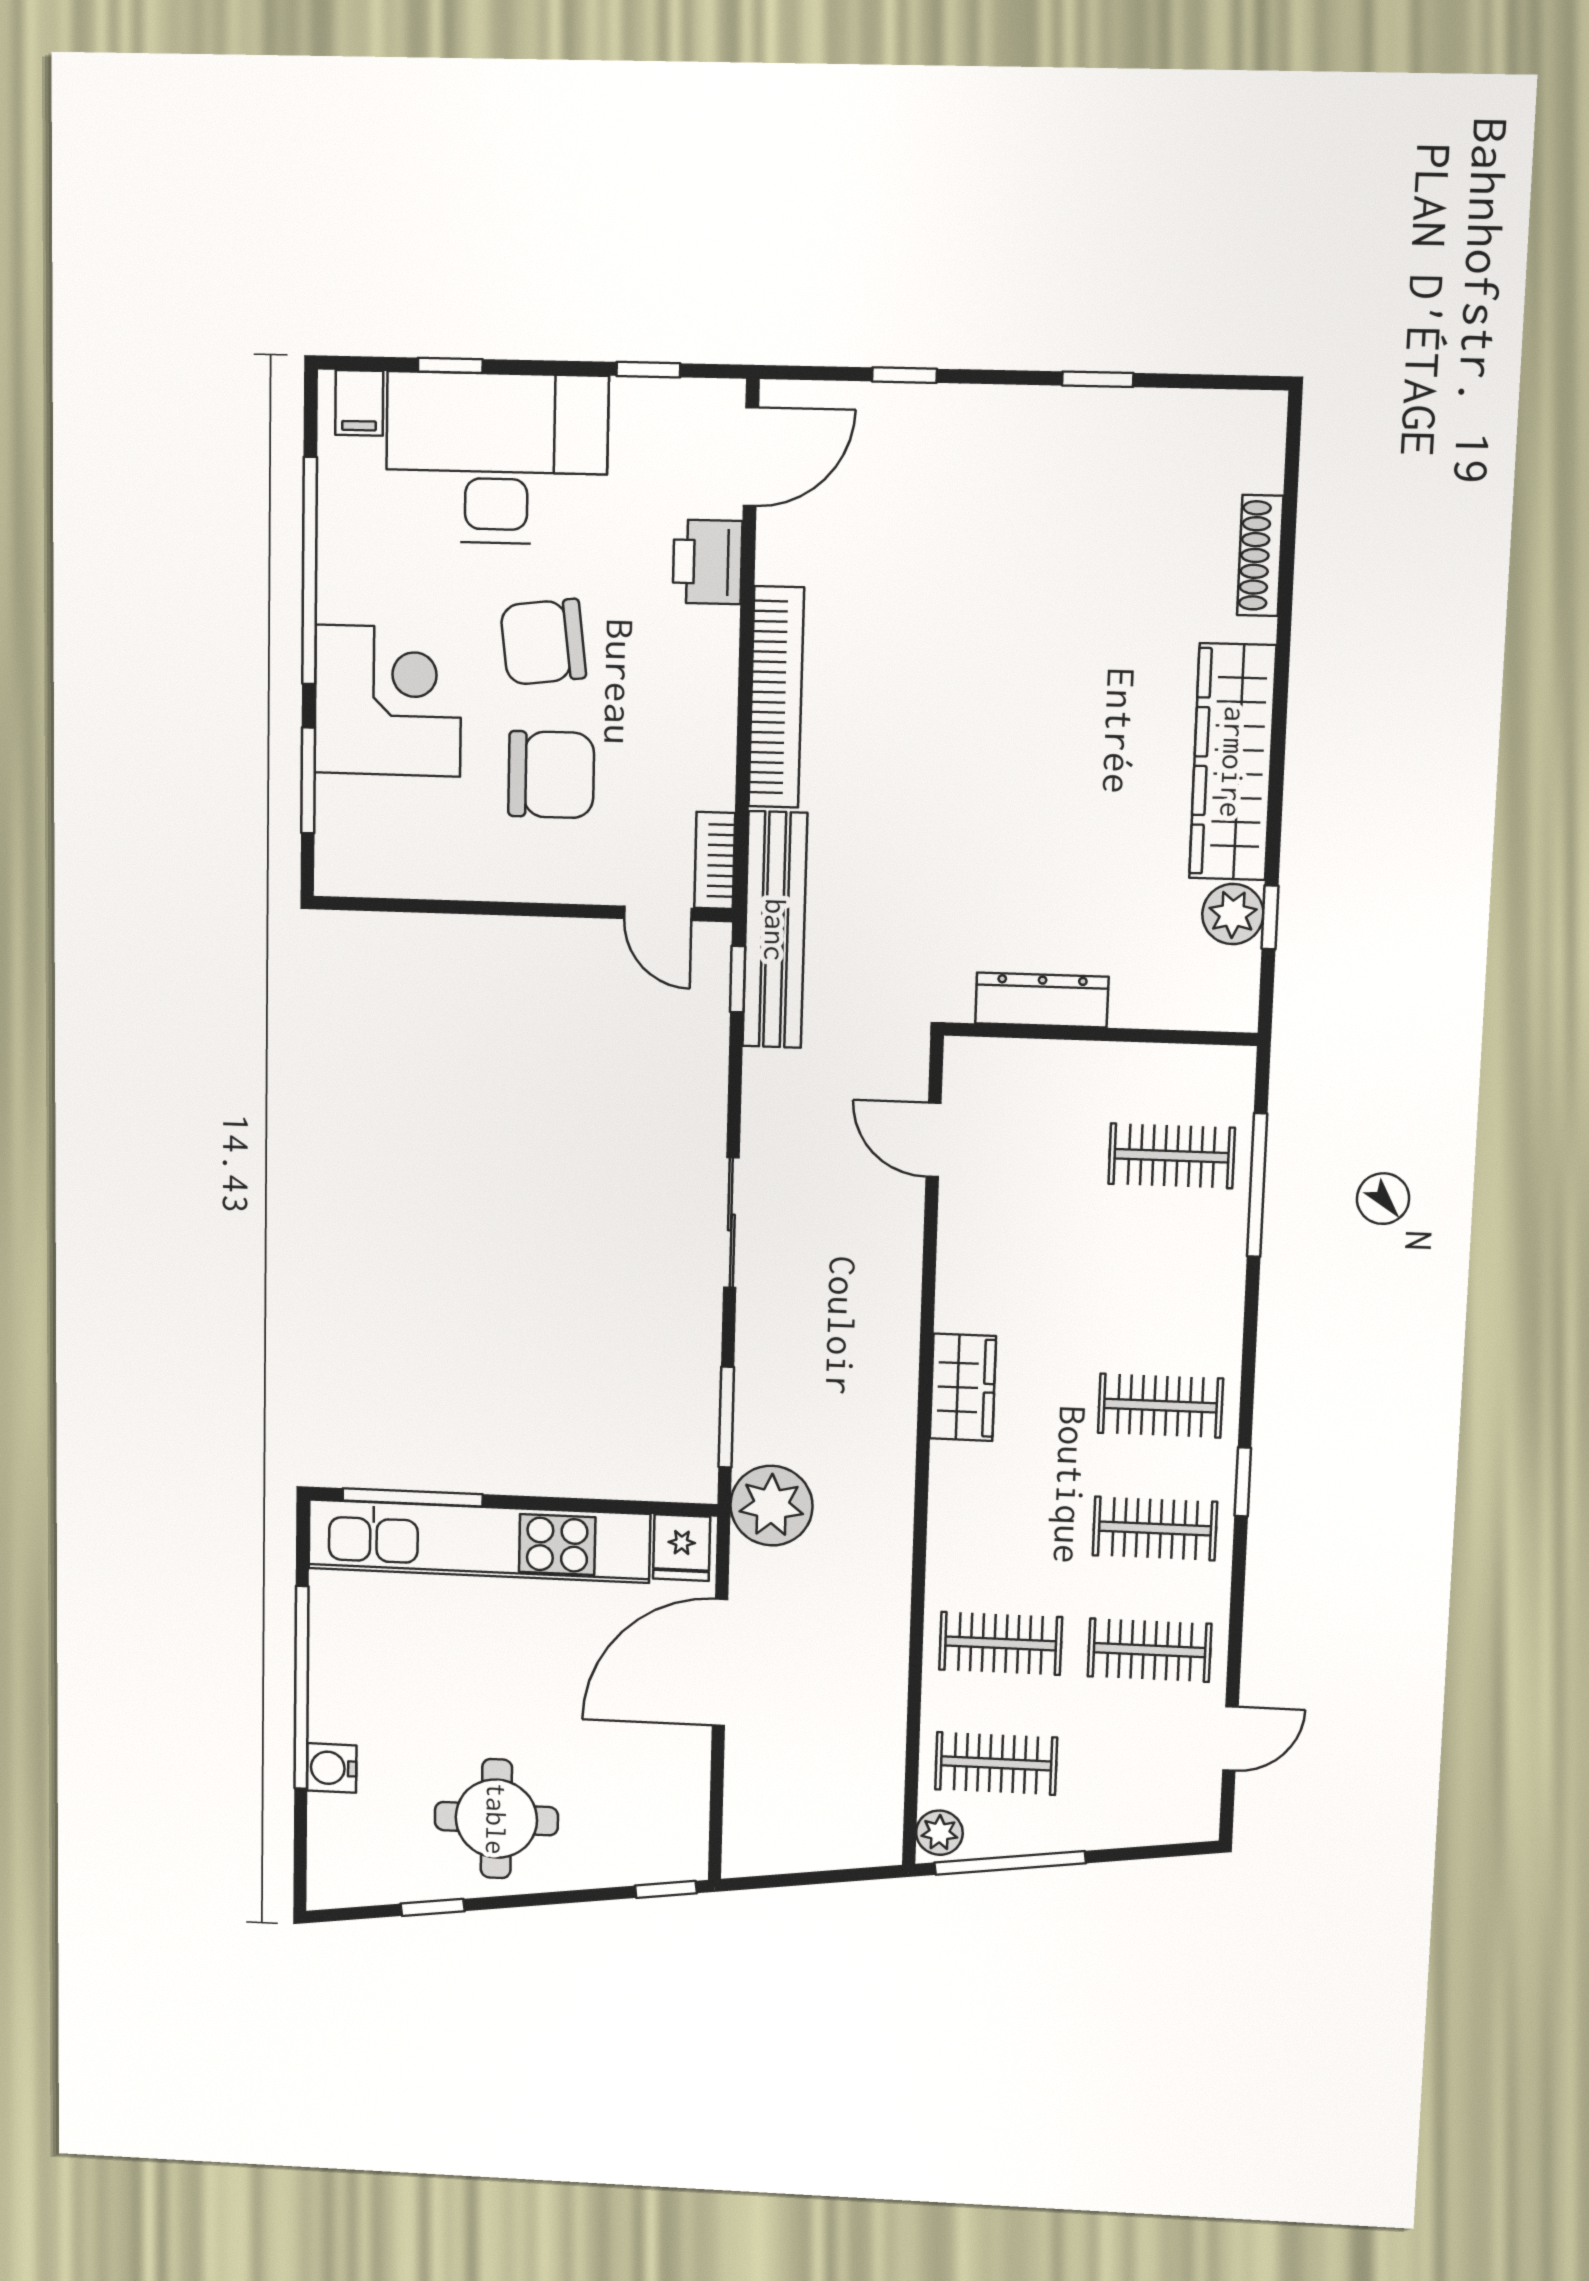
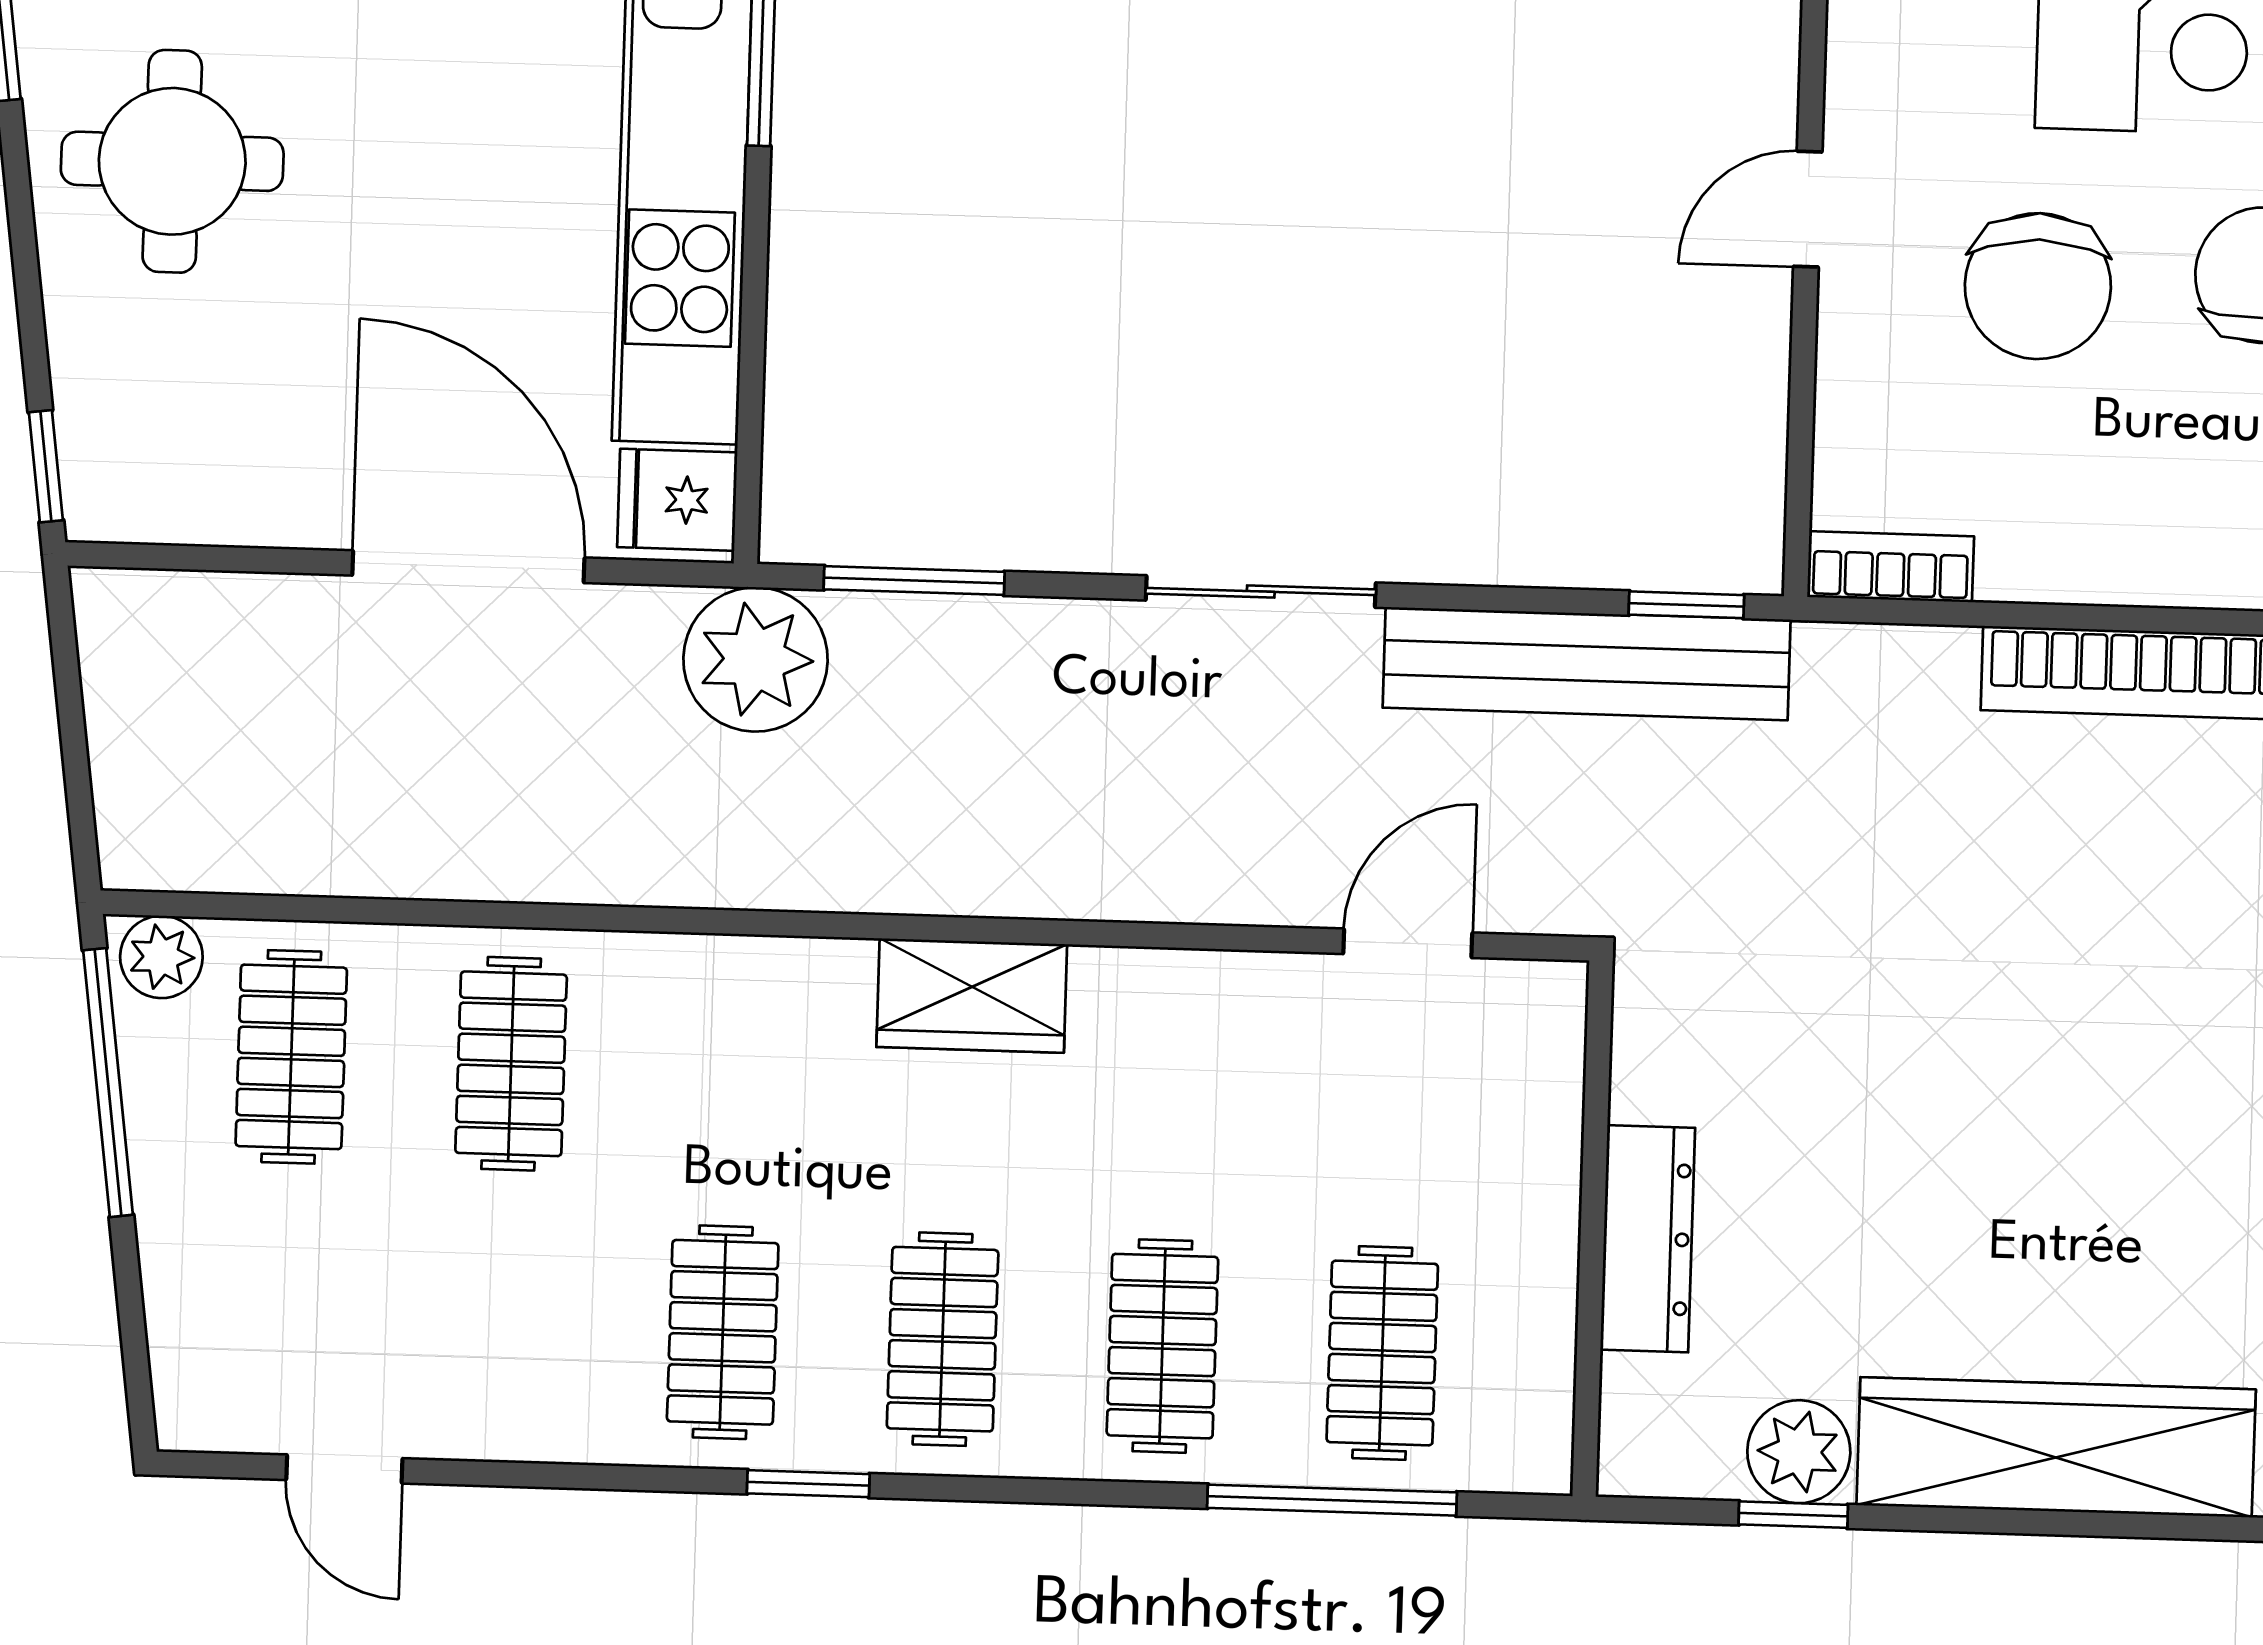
door: (658, 913) -> (1808, 209), moved
bench: (775, 930) -> (1587, 664), moved
dresser: (1042, 1000) -> (1648, 1239), moved
clothes rail: (1150, 1650) -> (1162, 1346), moved

